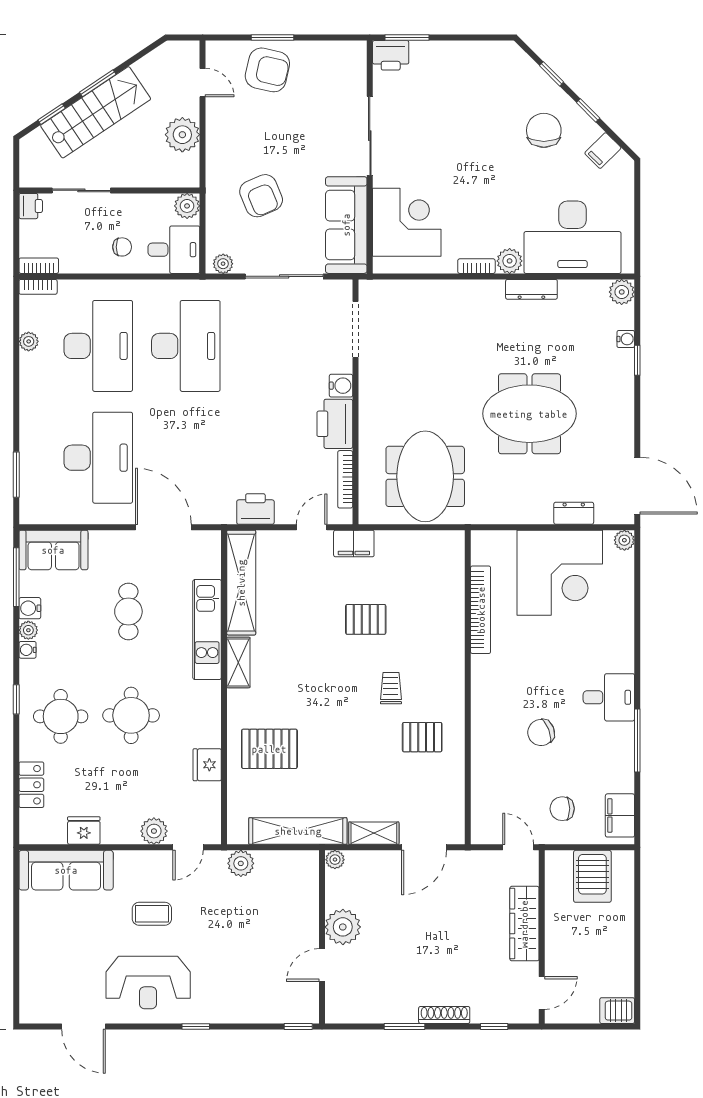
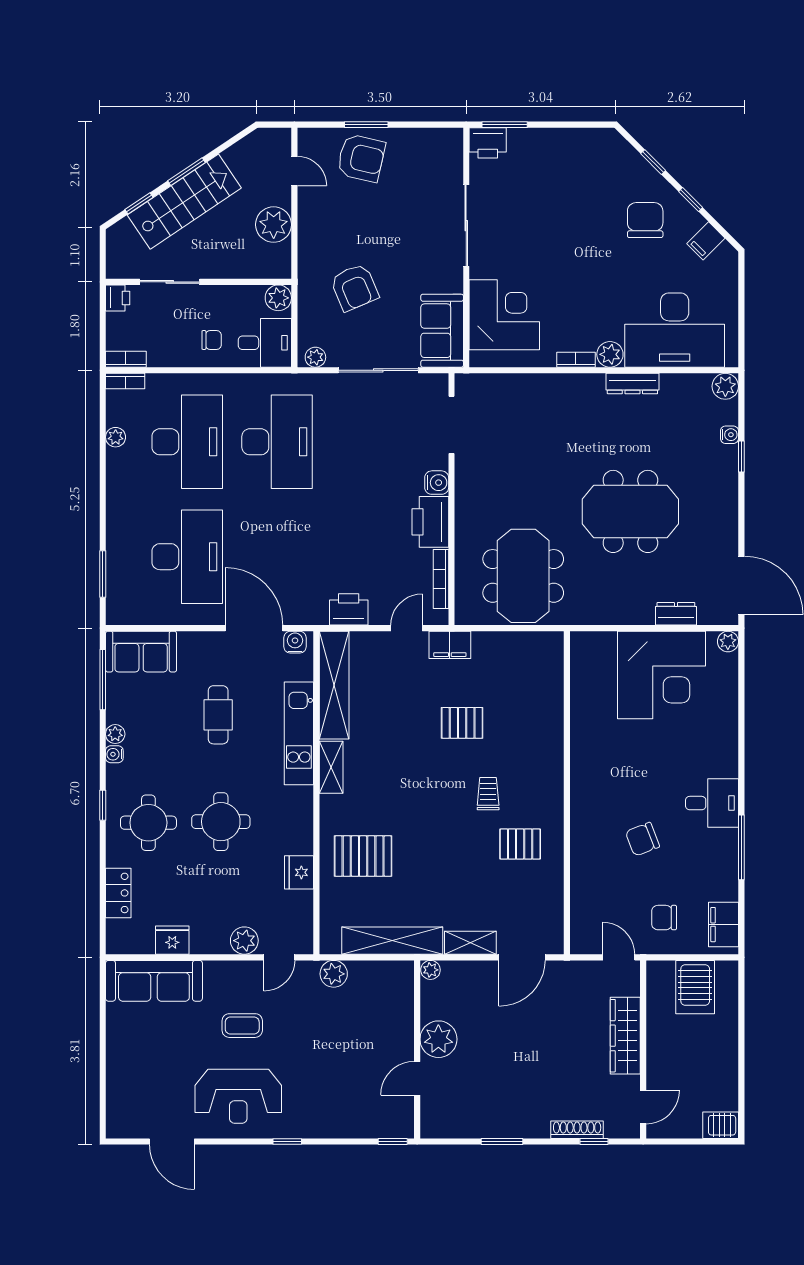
sofa: (346, 225) -> (442, 331), width x0.73
water cooler: (30, 608) -> (295, 642), moved, turned 90
bookcase: (481, 610) -> (580, 713), removed
shoe rack: (444, 1015) -> (577, 1130), moved

